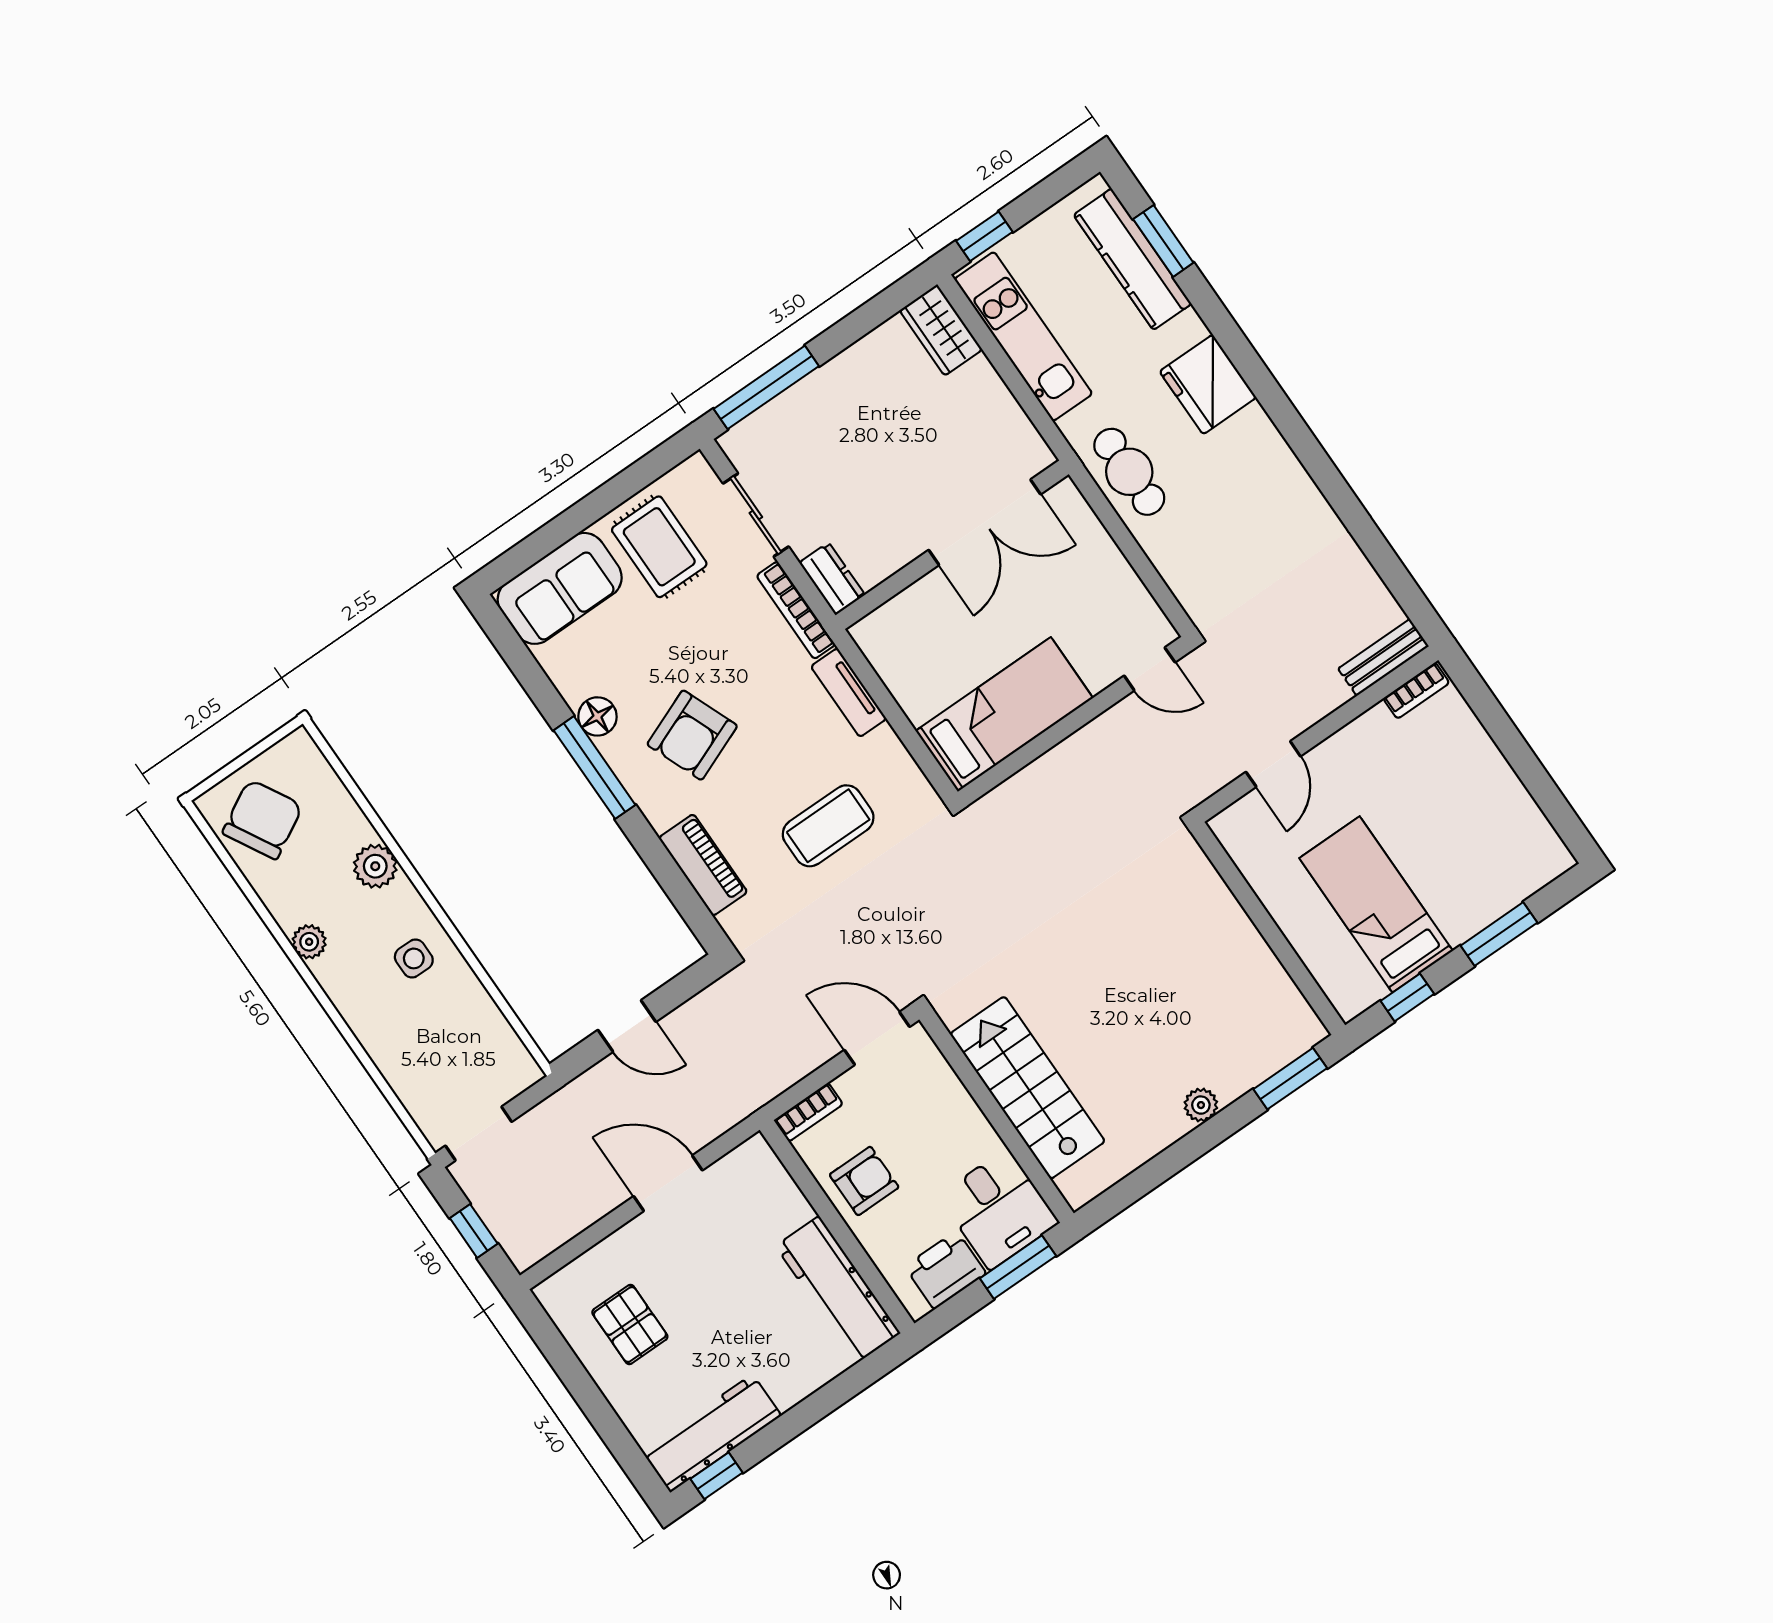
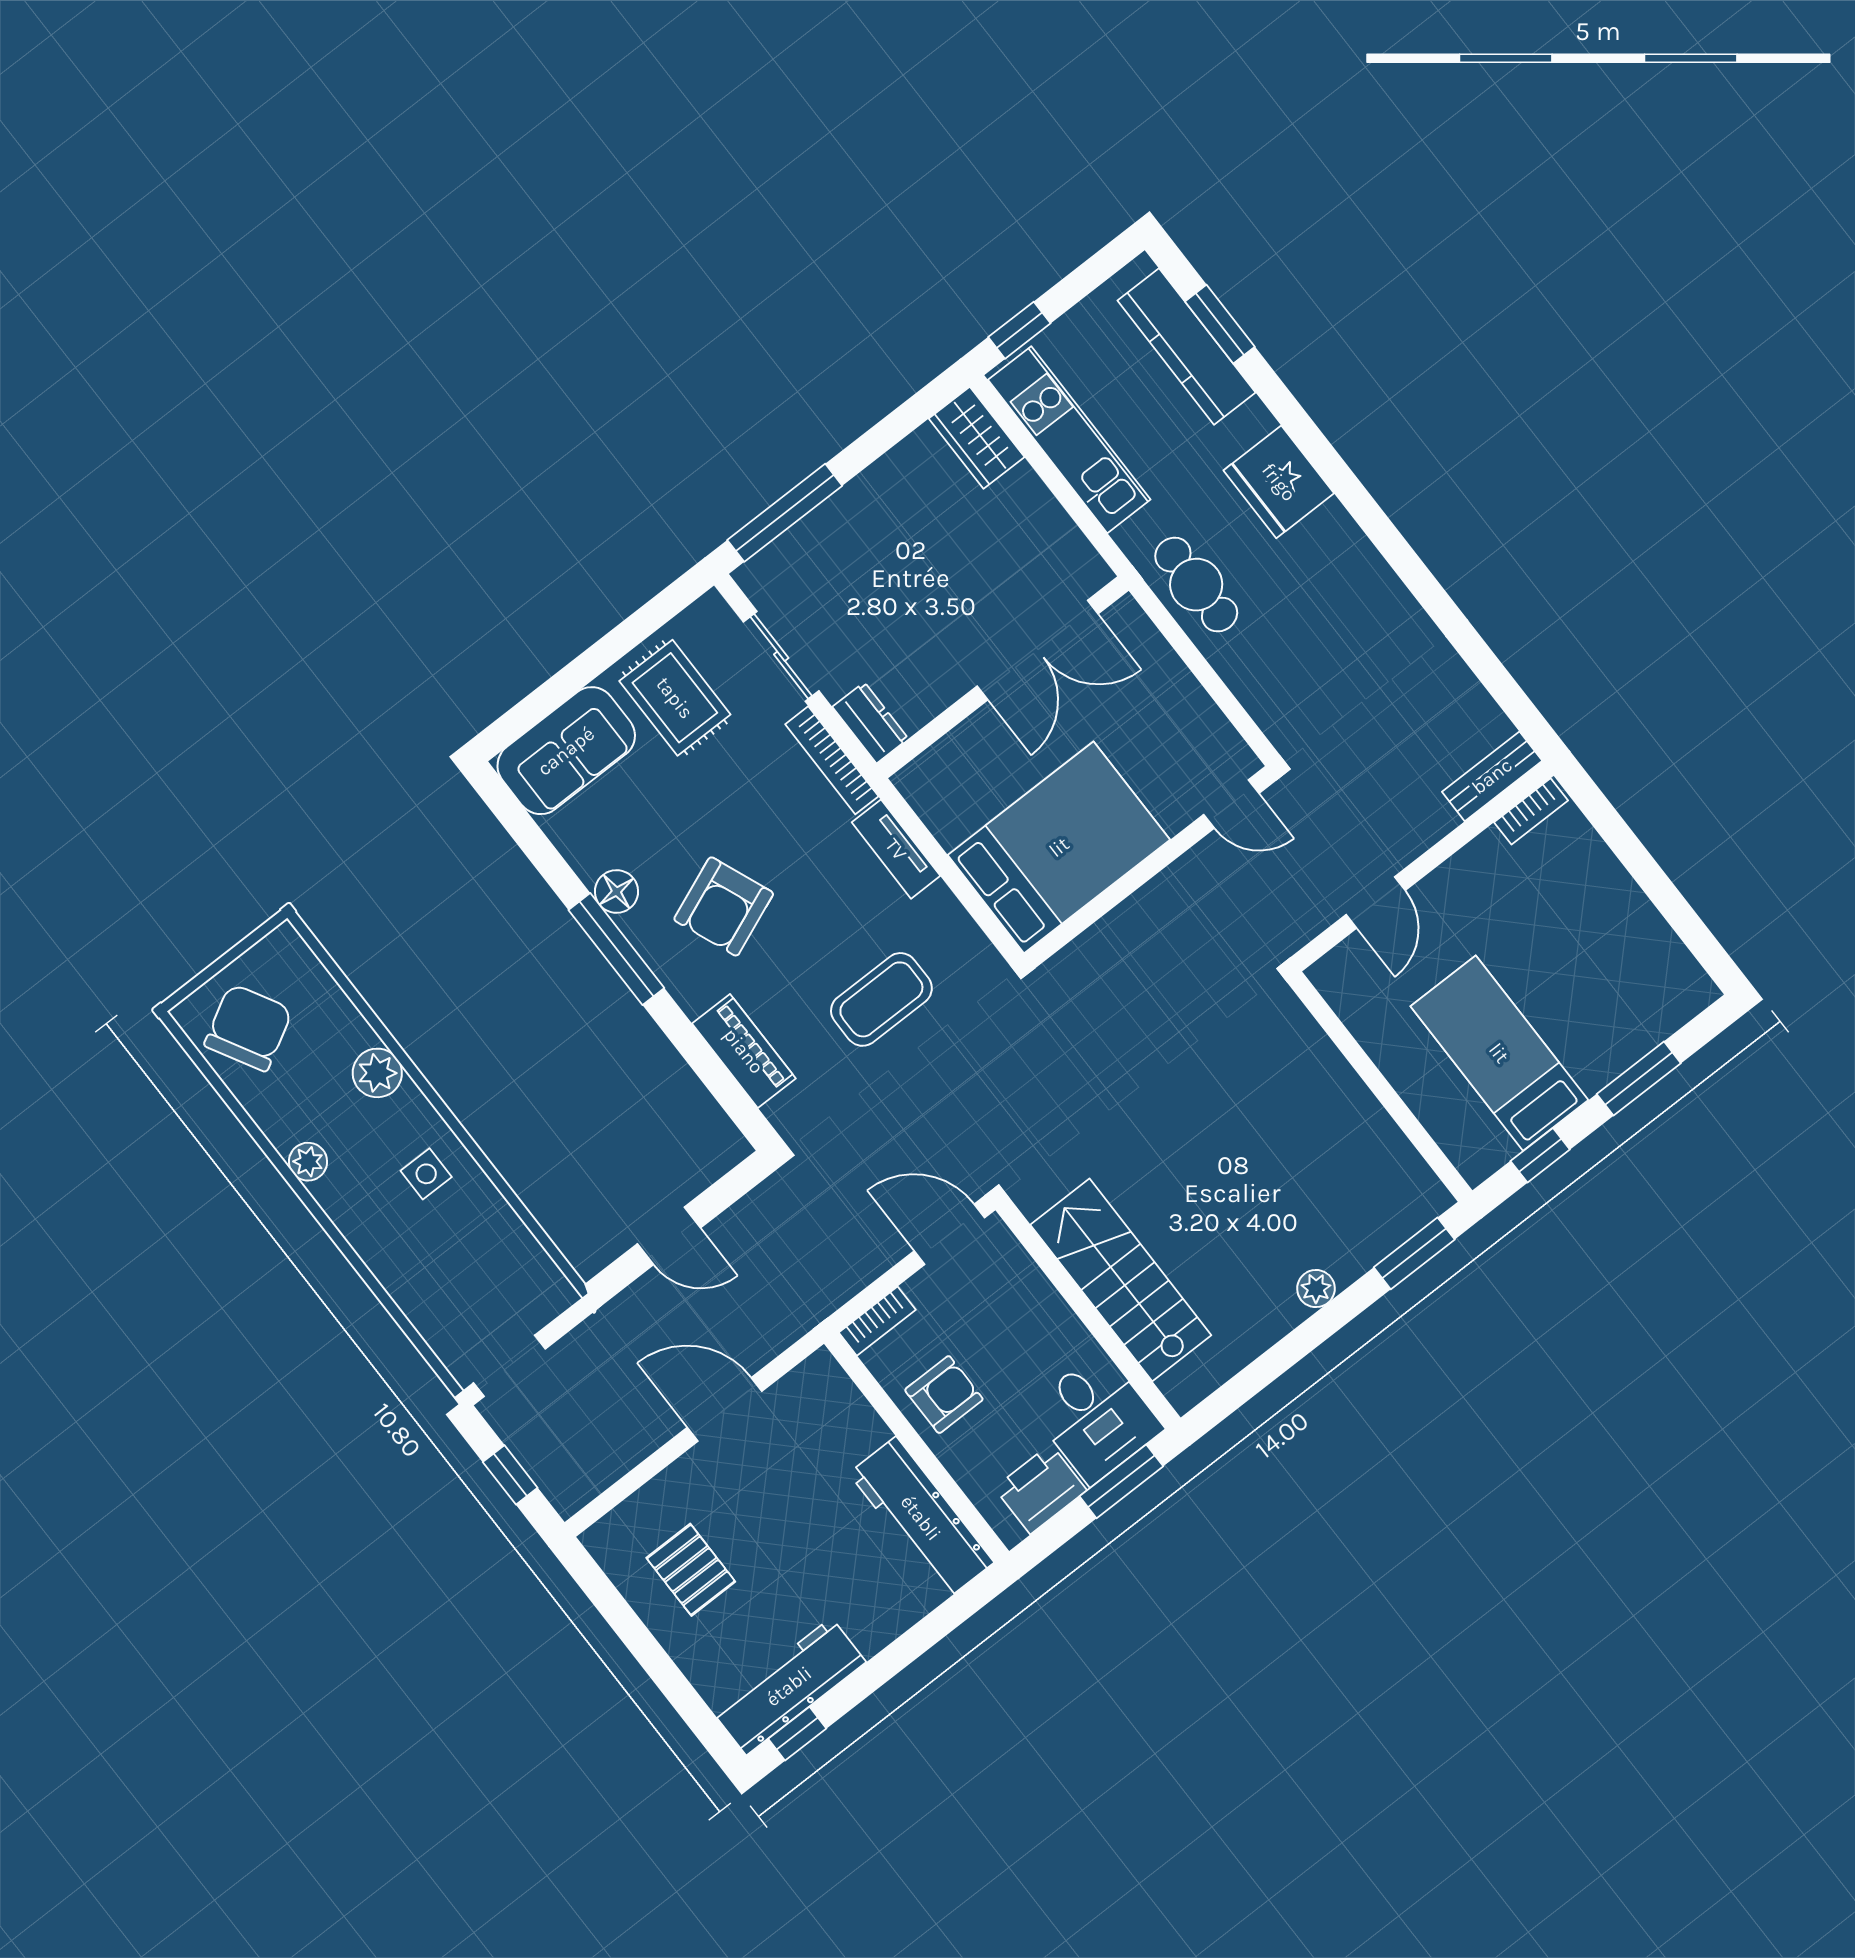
bed: (1004, 714) -> (1059, 847), width x1.50

